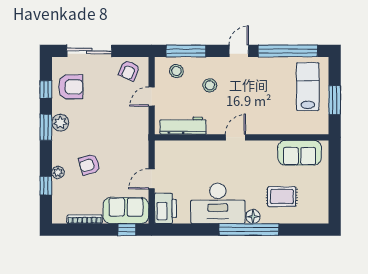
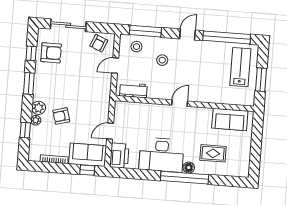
plant: (60, 123) -> (39, 108), moved
workbench: (183, 126) -> (133, 90), width x0.73

